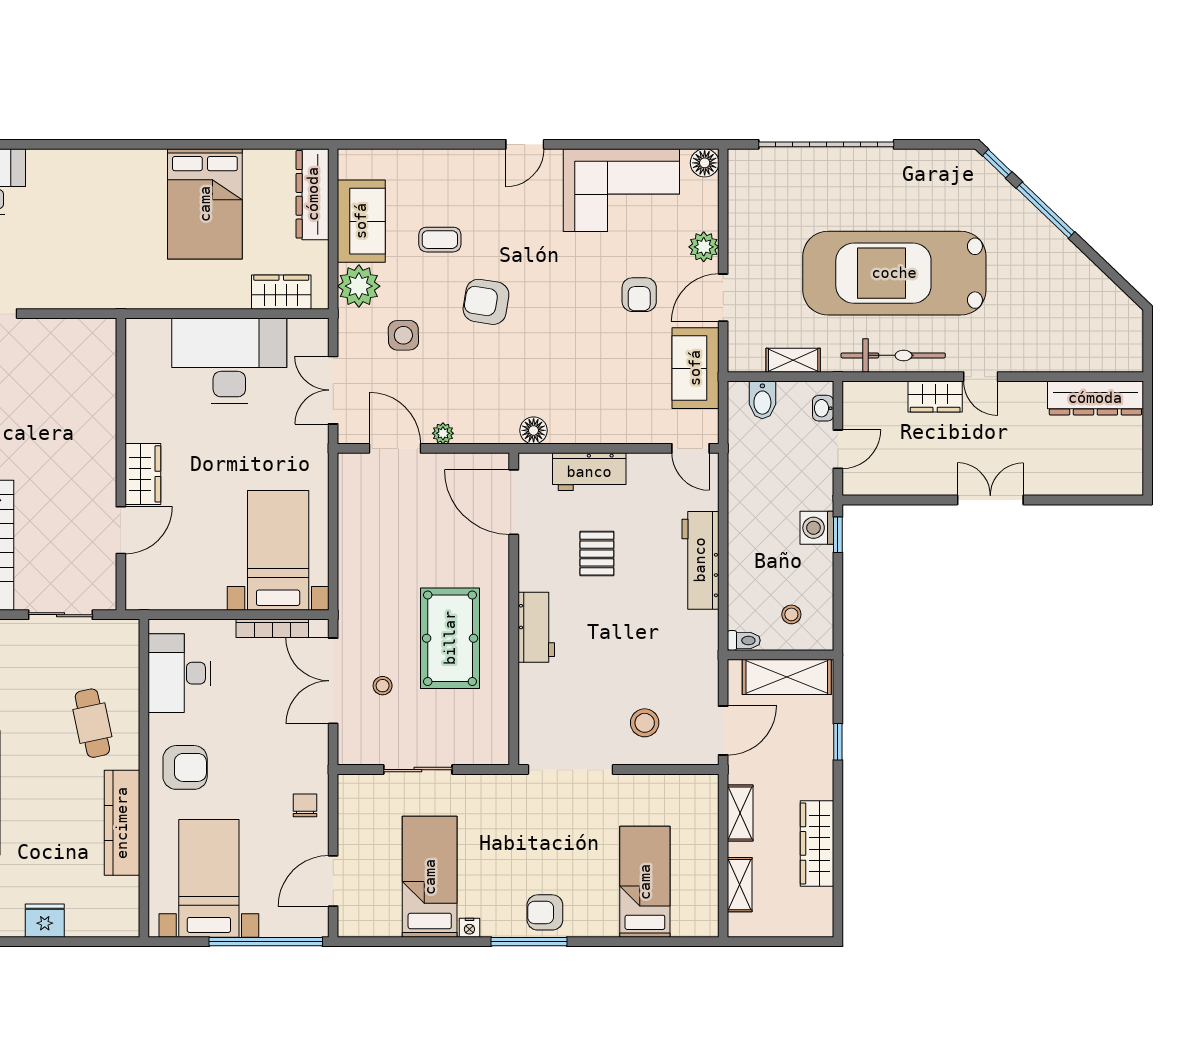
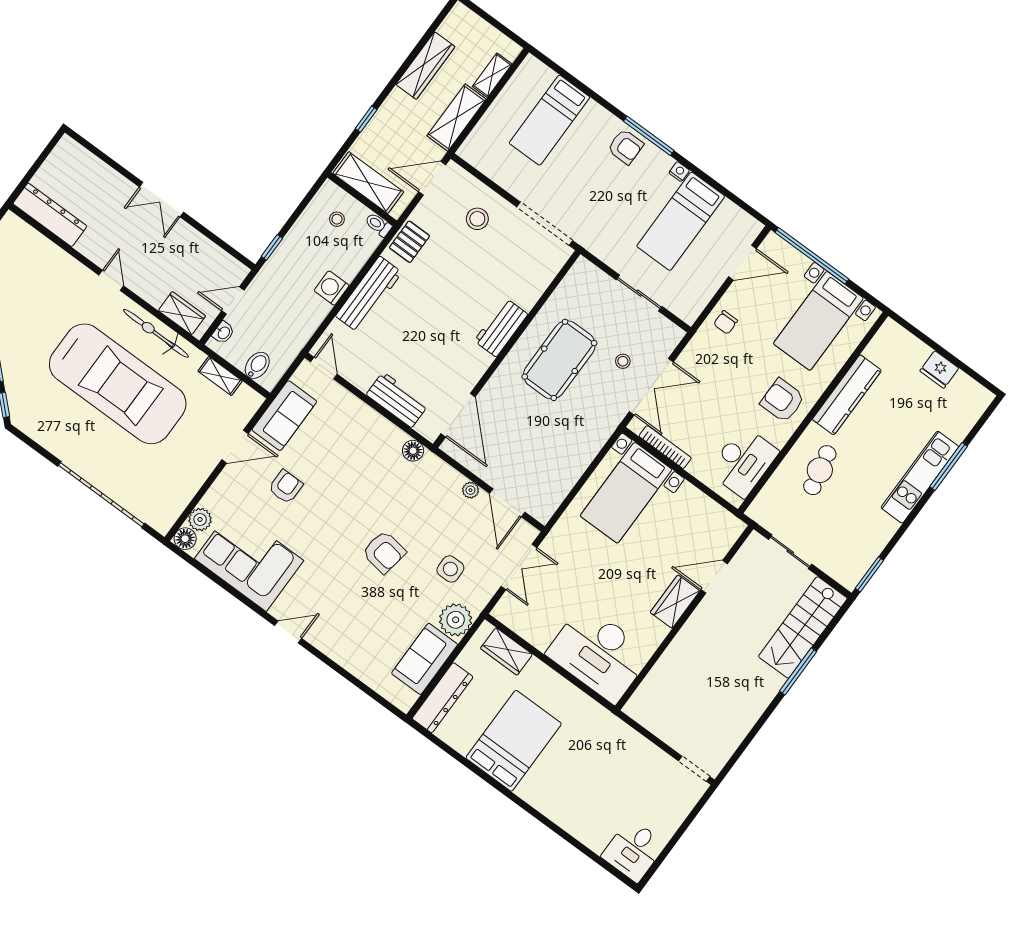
coffee table: (440, 240) -> (384, 612), removed
plant: (704, 247) -> (200, 519), moved
desk: (229, 361) -> (599, 654), moved
wardrobe: (935, 397) -> (182, 313), moved
washing machine: (817, 528) -> (332, 288), moved, turned 180
pallet: (597, 554) -> (409, 242), moved
shelving: (740, 813) -> (457, 118), width x1.50, depth x1.33

